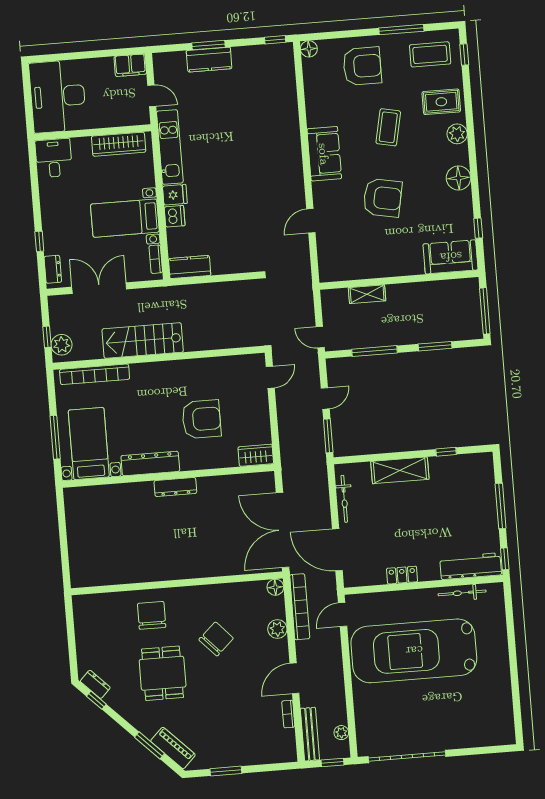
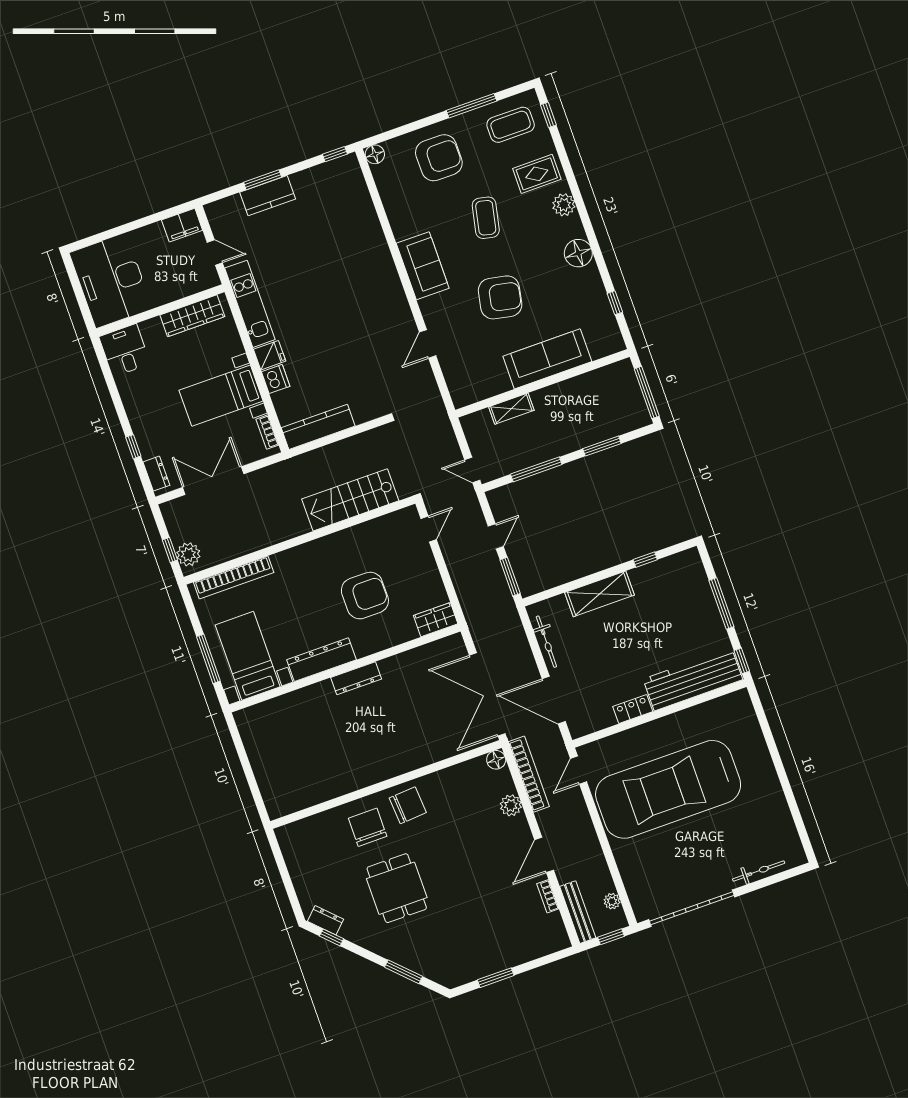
sofa: (451, 257) -> (547, 359), moved, width x1.36
kitchen counter: (190, 267) -> (318, 427), width x1.50
stairs: (143, 340) -> (350, 500), moved
workbench: (471, 566) -> (693, 679), width x1.36, depth x1.32
bicycle: (462, 593) -> (759, 871), moved, turned 180
chair: (216, 639) -> (408, 805), moved, turned 39
piano: (173, 748) -> (430, 968), removed

